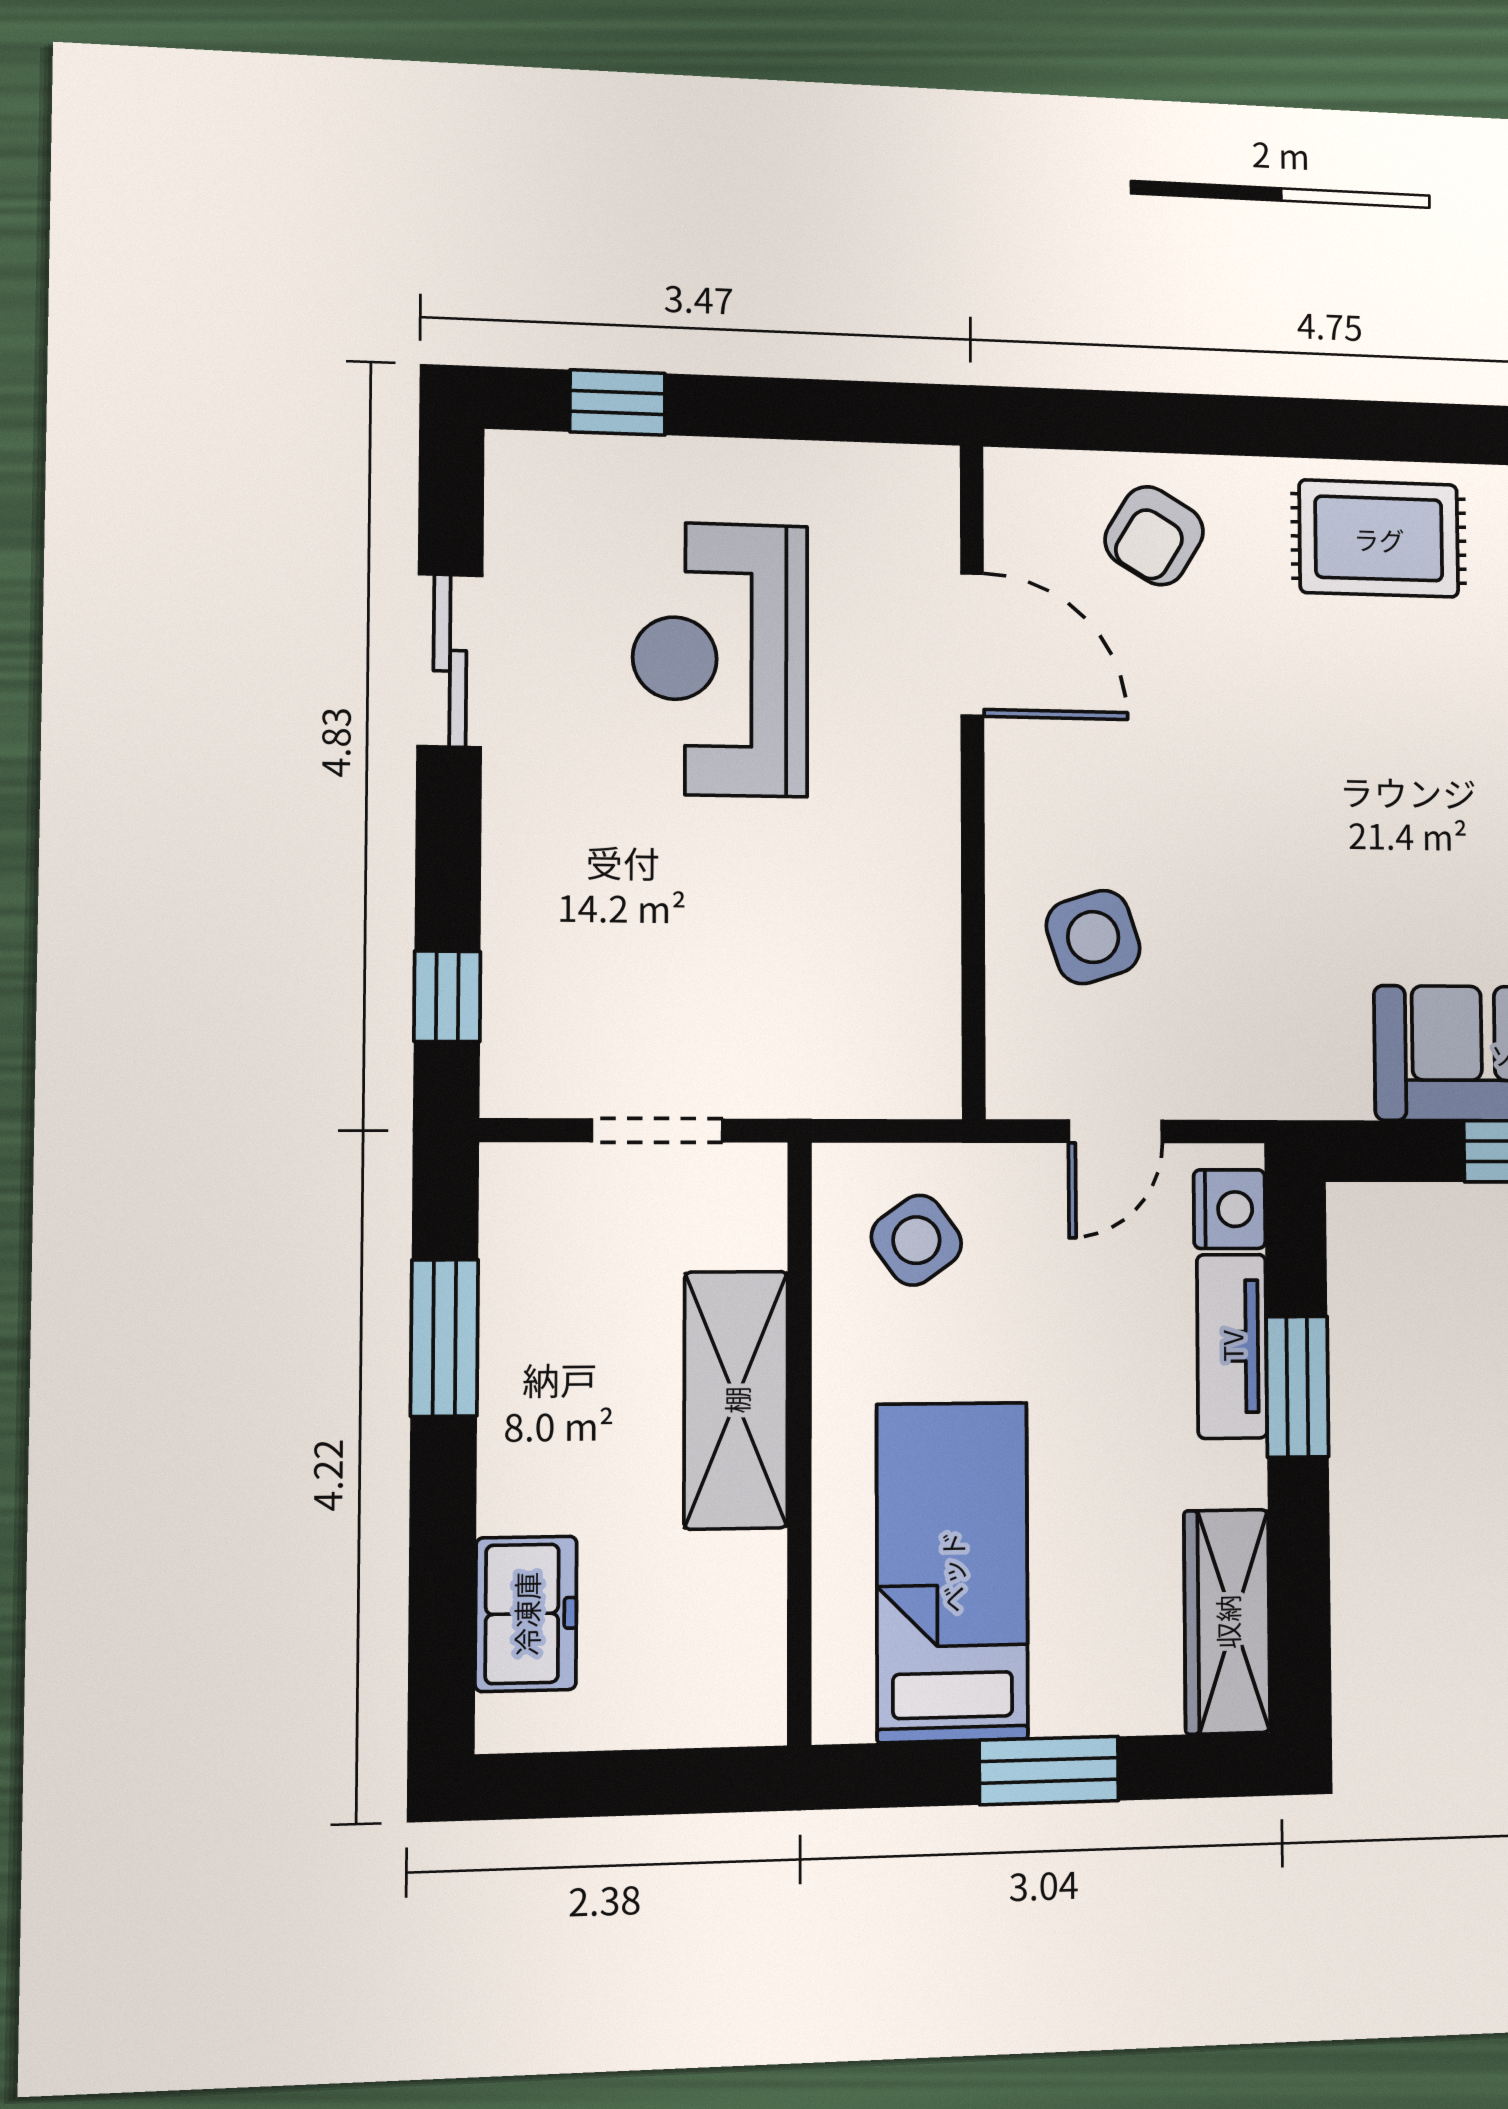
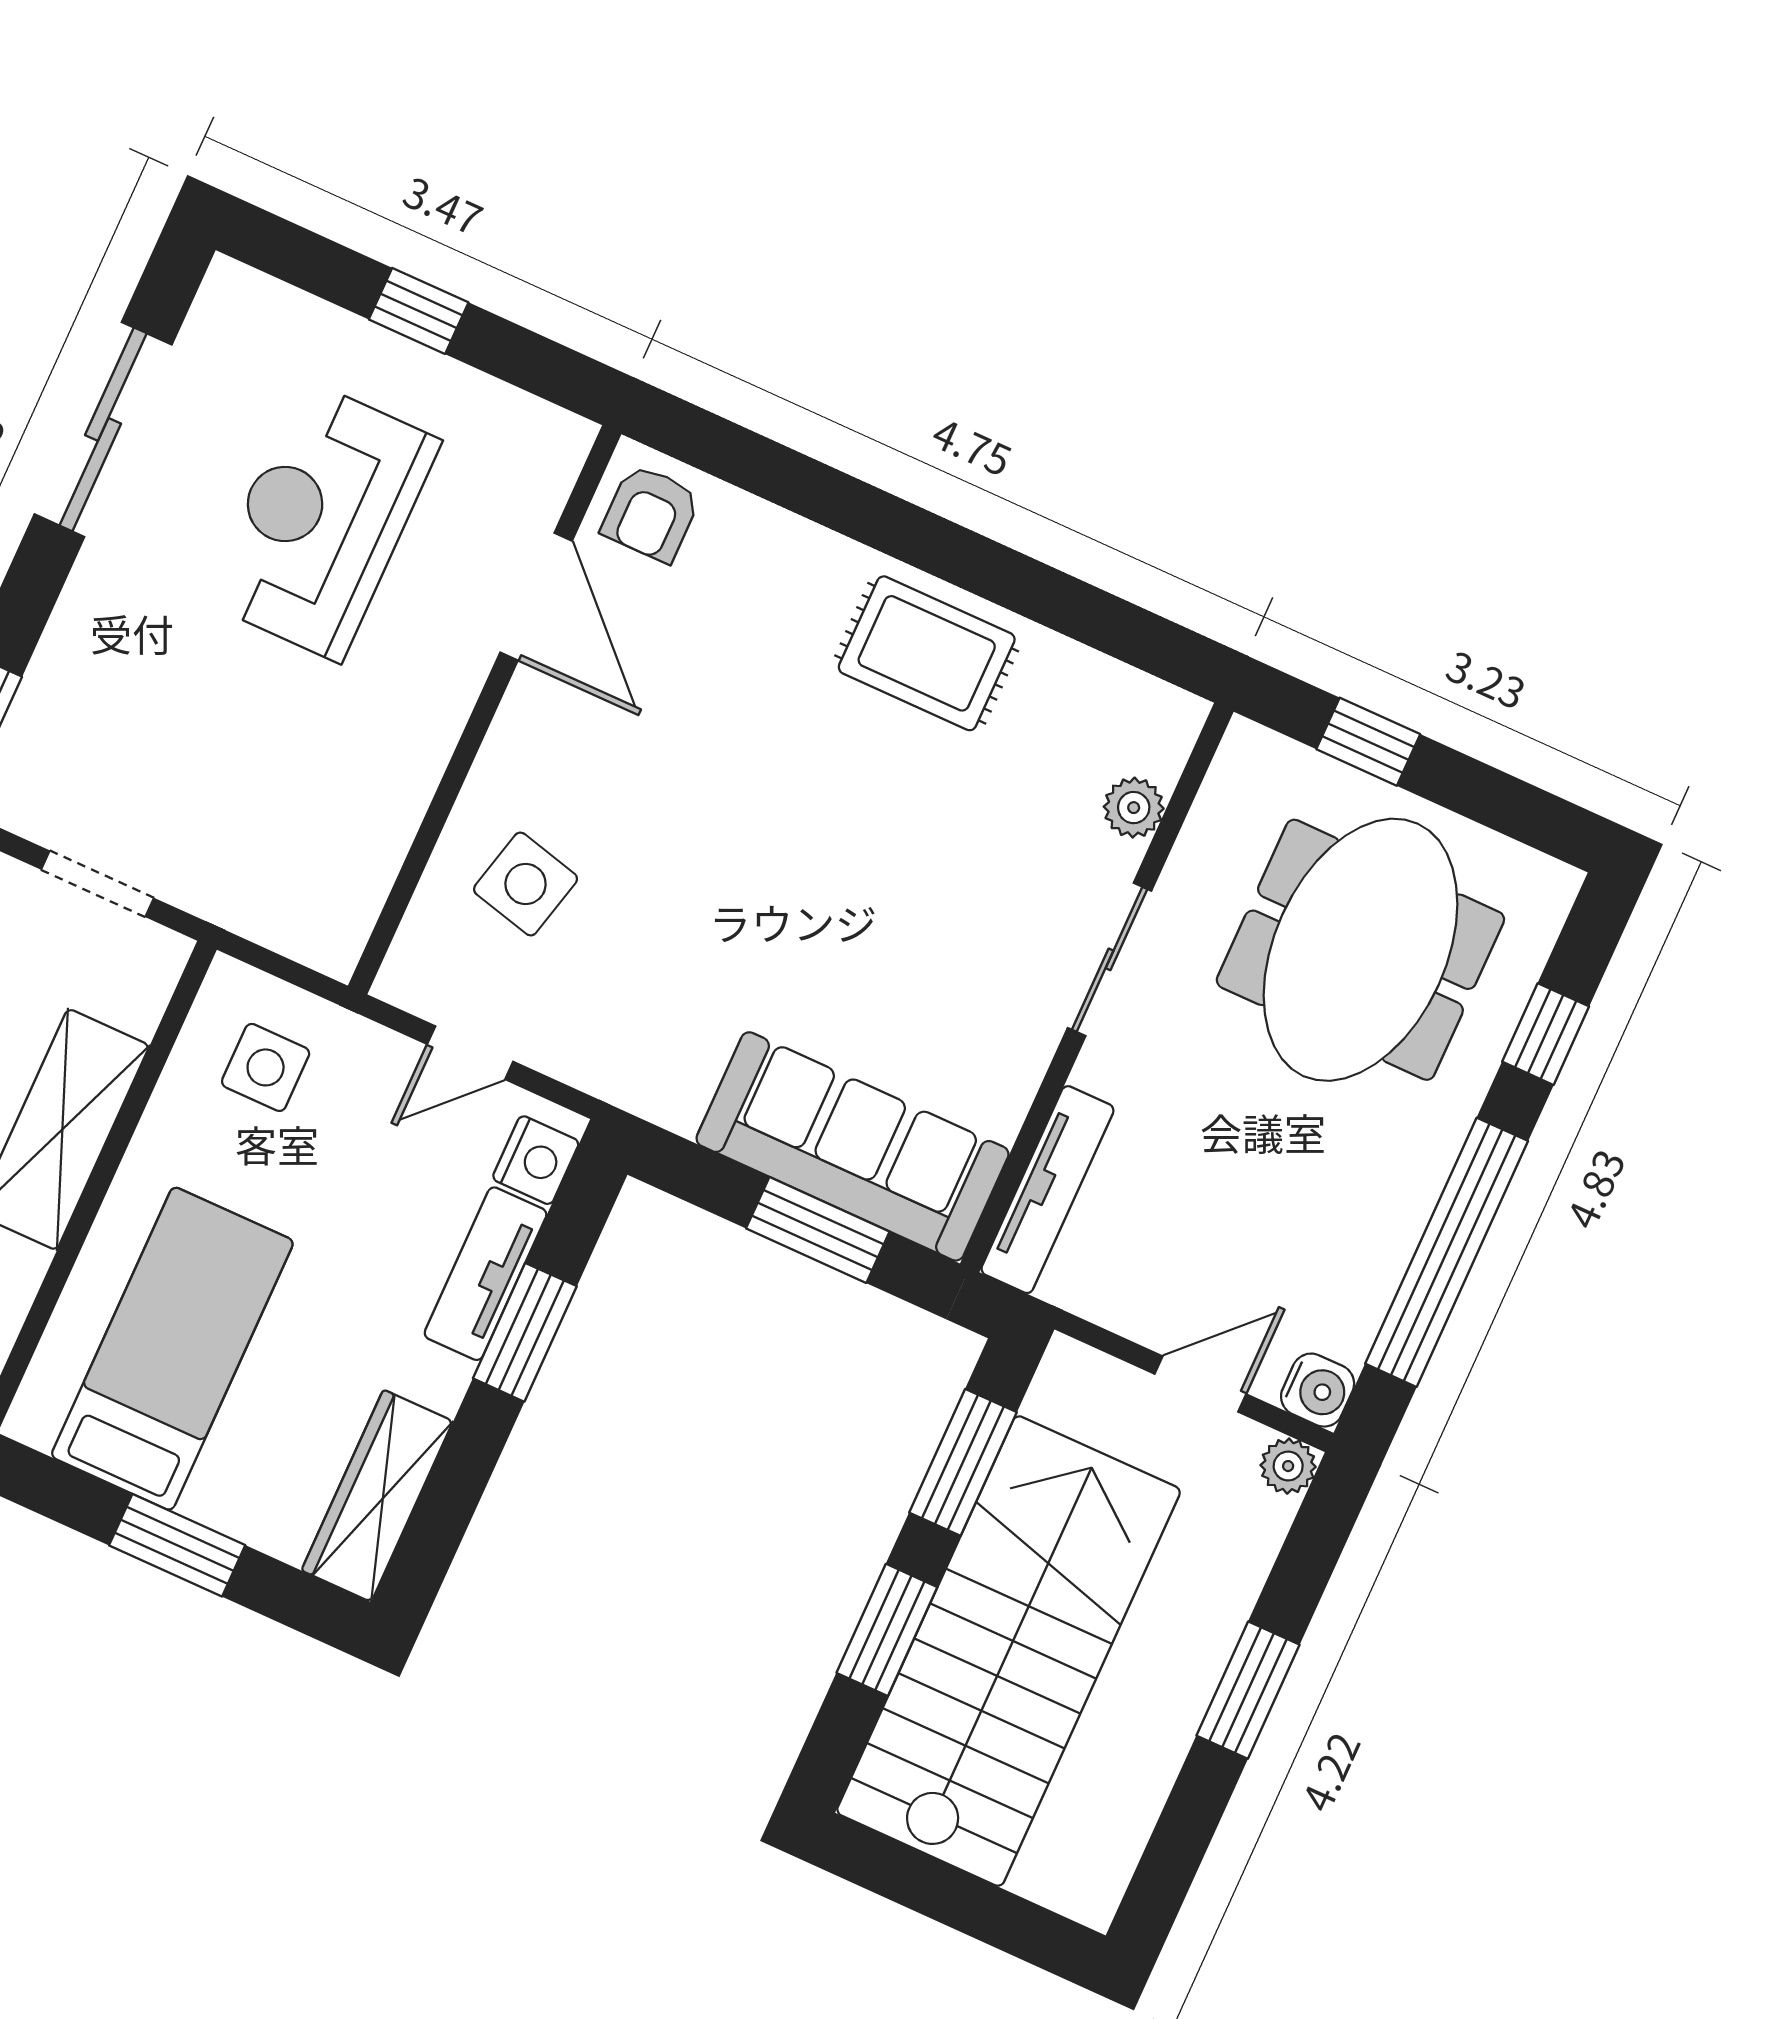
window: (617, 402) -> (419, 311), moved
armchair: (1154, 536) -> (651, 513), moved, turned -31
sliding door: (450, 661) -> (103, 429), width x1.37
side table: (1093, 937) -> (526, 884), turned 32
side table: (916, 1240) -> (266, 1067), turned 36

